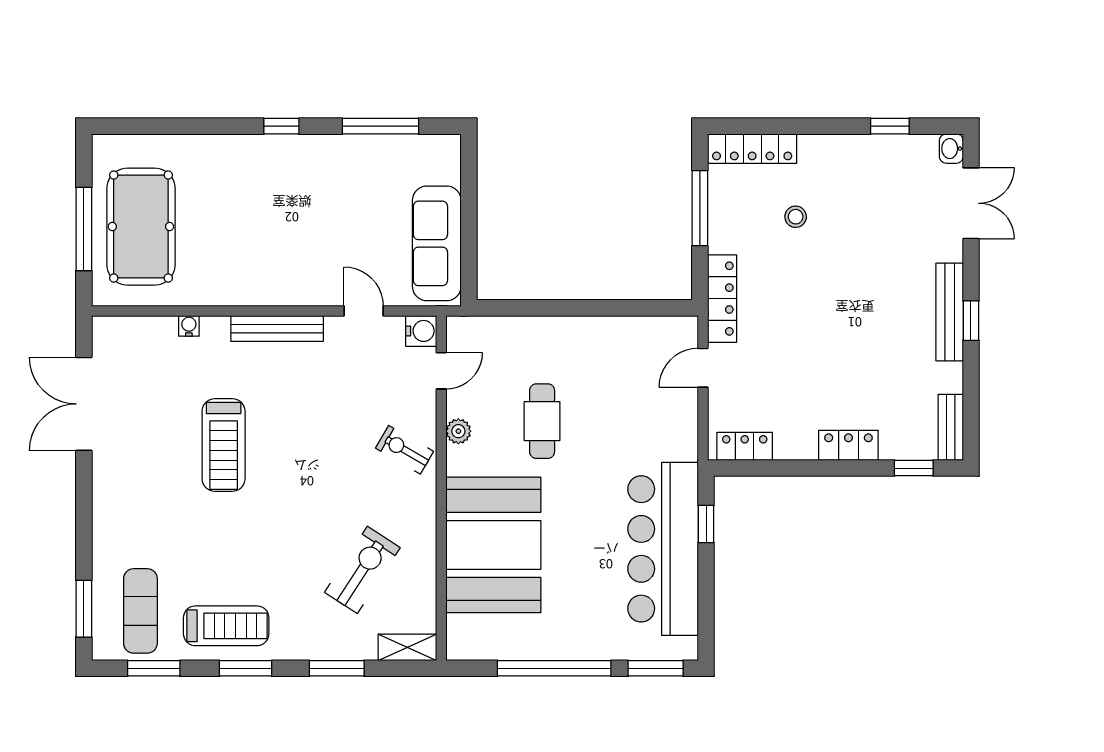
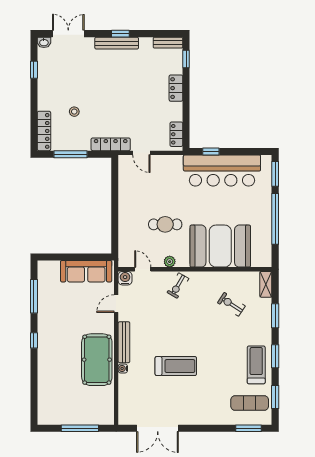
pool table: (141, 227) -> (97, 360), moved, turned 90
water cooler: (189, 326) -> (123, 368), moved
exercise bike: (362, 570) -> (231, 304), width x0.73, depth x0.72

